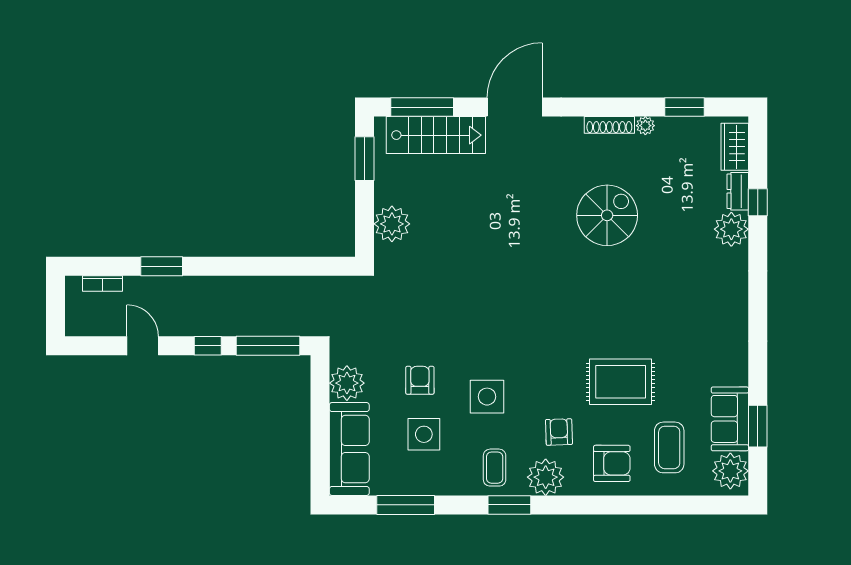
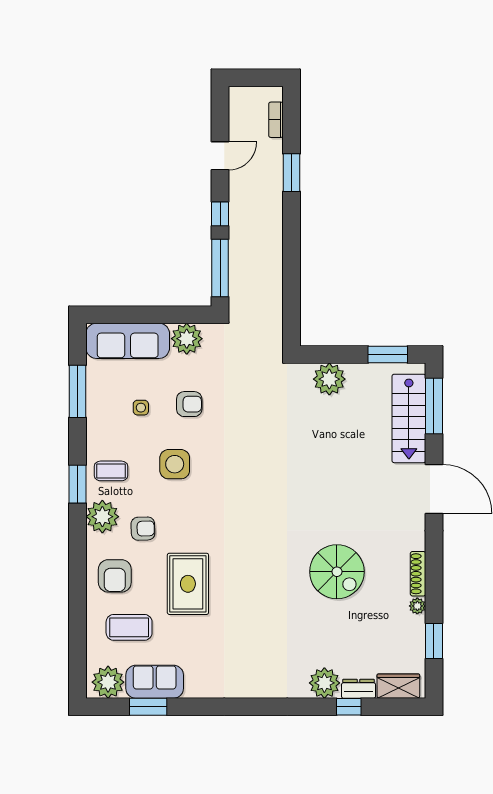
side table: (424, 434) -> (141, 408), width x0.54, depth x0.54

